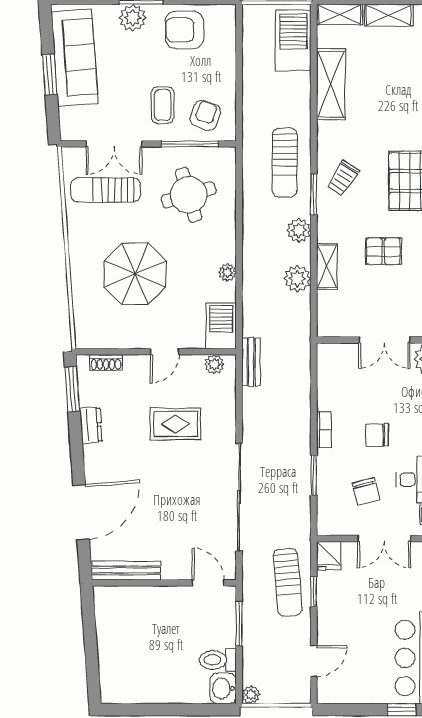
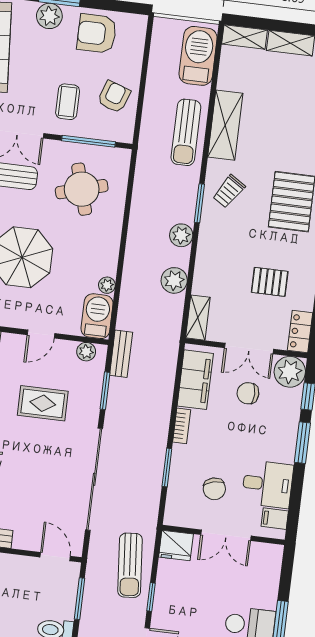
shelving: (331, 84) -> (225, 125), moved
armchair: (205, 115) -> (114, 97), moved
sun lounger: (285, 163) -> (186, 132), moved
pallet: (383, 251) -> (270, 282), moved
shelving: (327, 266) -> (198, 318), moved
plant: (227, 272) -> (107, 285), moved
filing cabinet: (332, 380) -> (195, 380), added
window: (239, 403) -> (105, 391), added
chair: (377, 435) -> (248, 393), moved
fridge: (329, 556) -> (176, 545), width x1.38
window: (314, 592) -> (151, 597), moved

